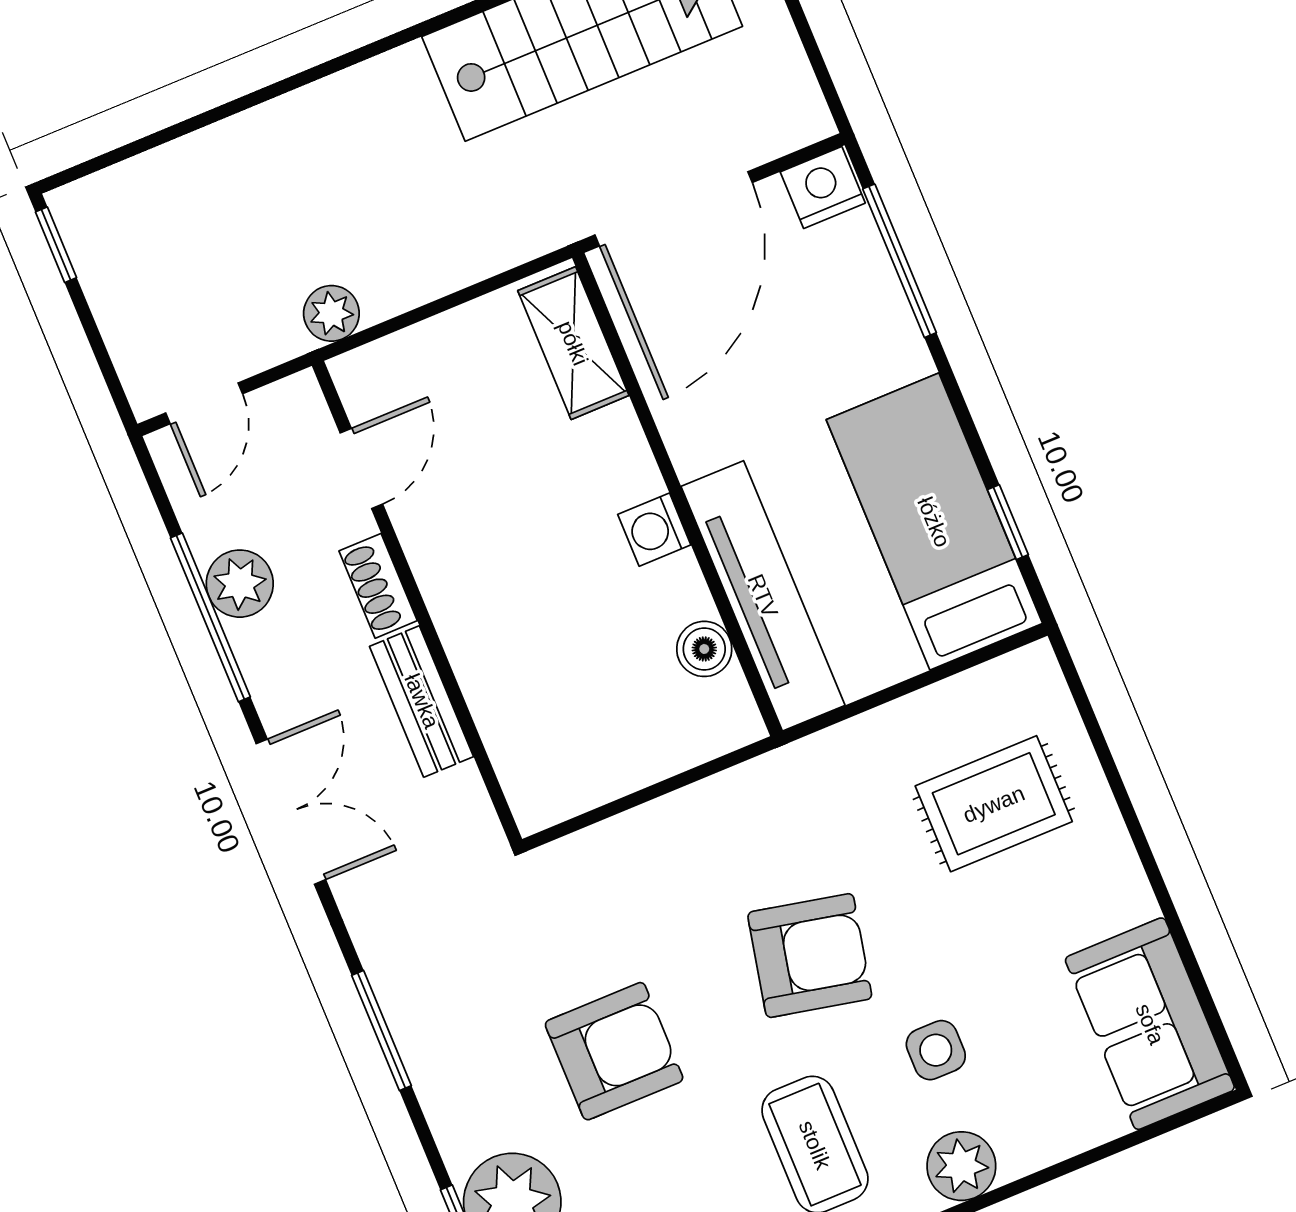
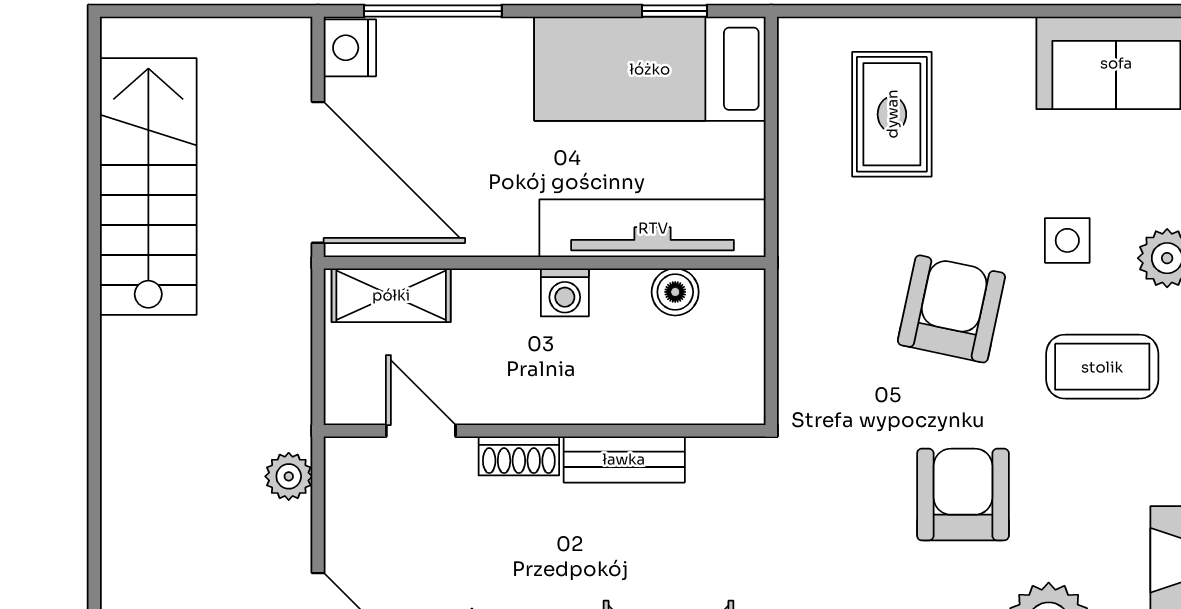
door: (361, 469) -> (421, 431), moved
shoe rack: (378, 586) -> (519, 456), moved
wall: (417, 602) -> (545, 431), moved
bench: (422, 701) -> (624, 459), moved

